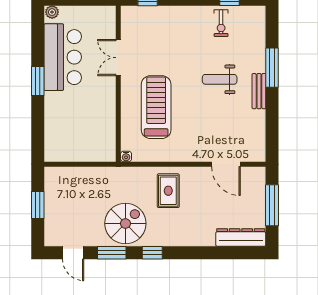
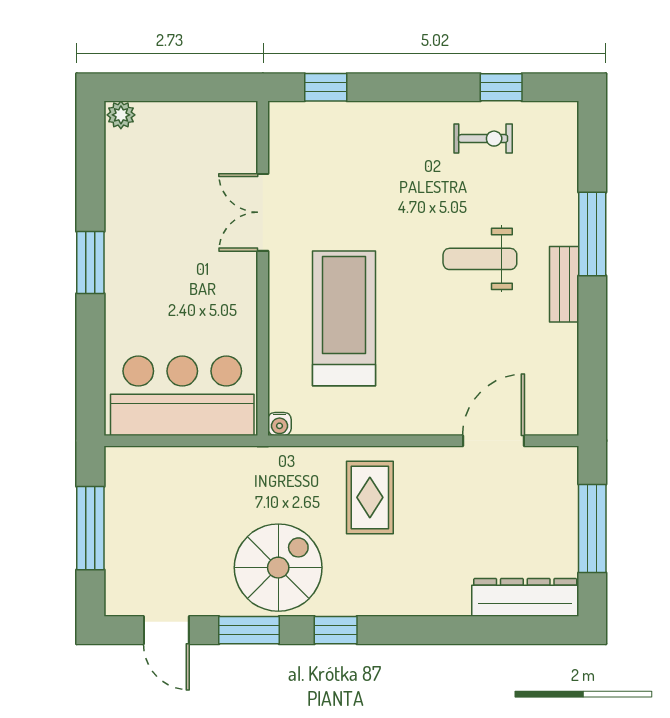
exercise bike: (221, 23) -> (483, 139), turned -90
bar counter: (63, 57) -> (182, 396), moved, turned -90
door: (226, 164) -> (493, 441), swing flipped
window: (38, 205) -> (90, 528), width x1.44

